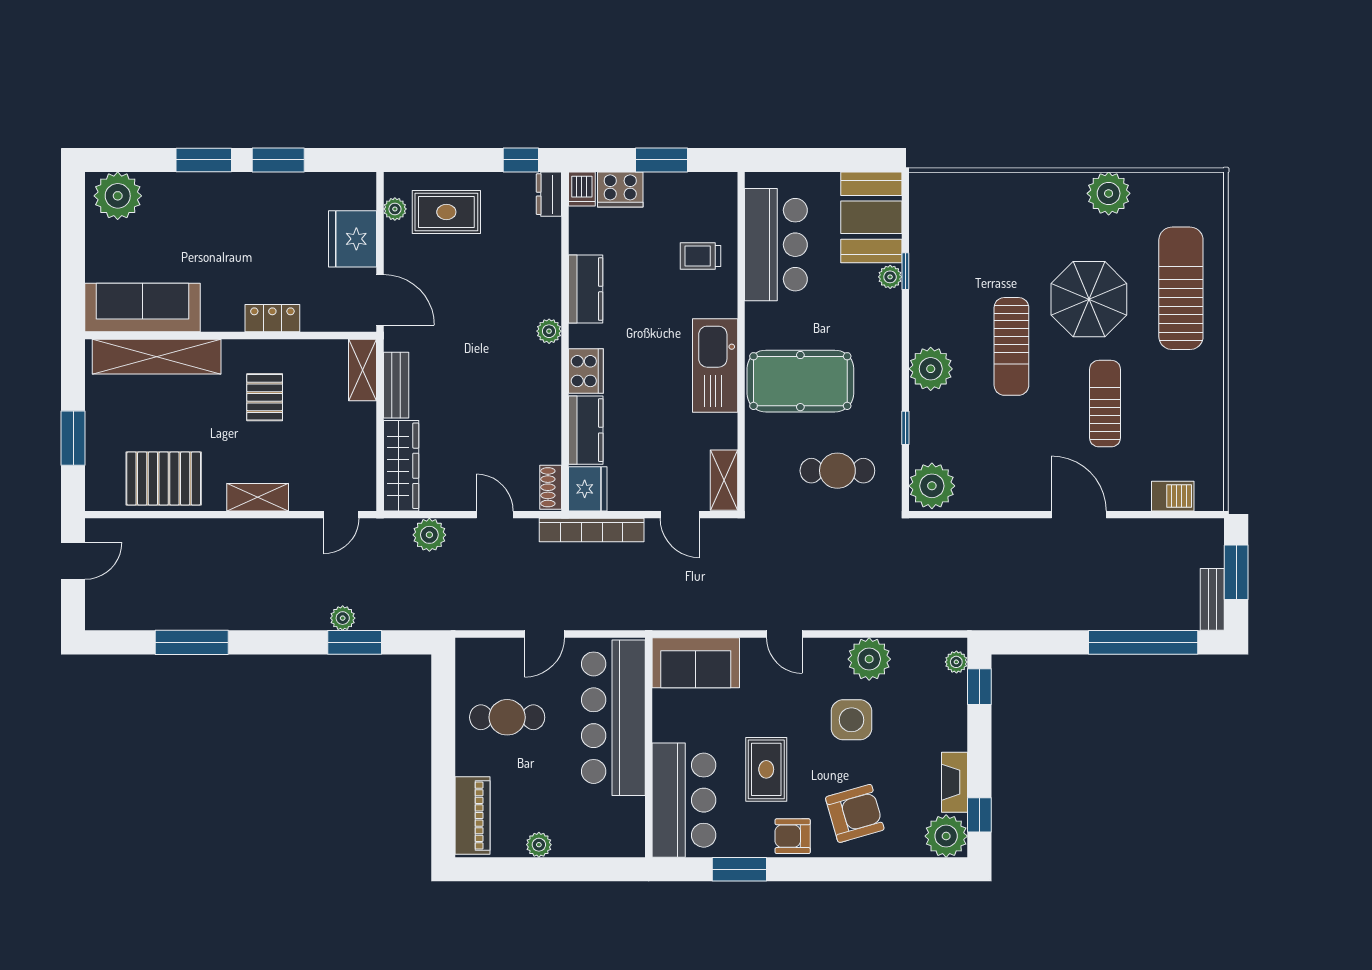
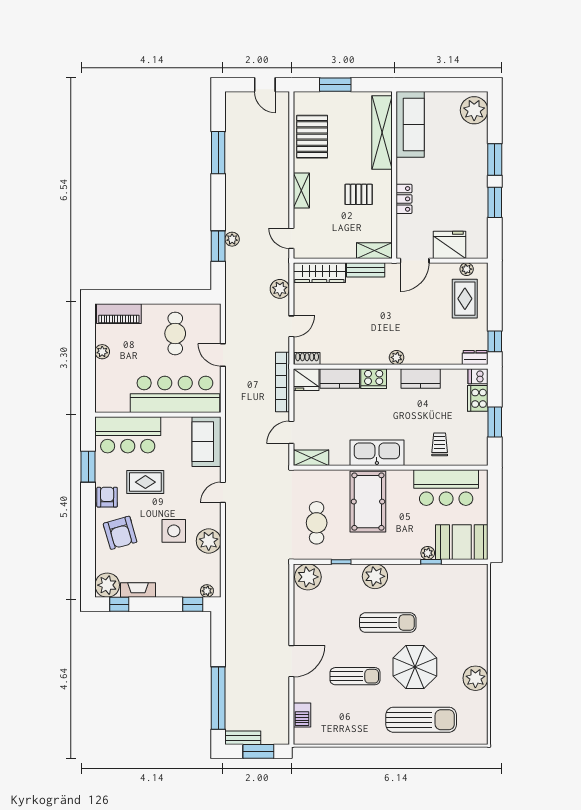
sun lounger: (1011, 346) -> (388, 623), turned 180

